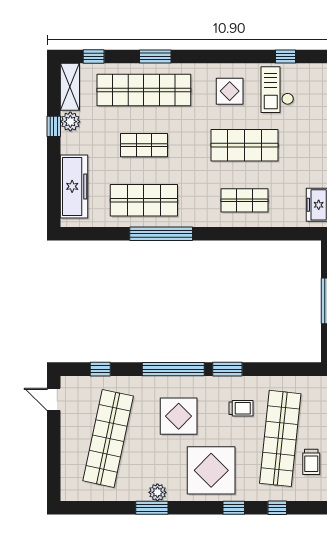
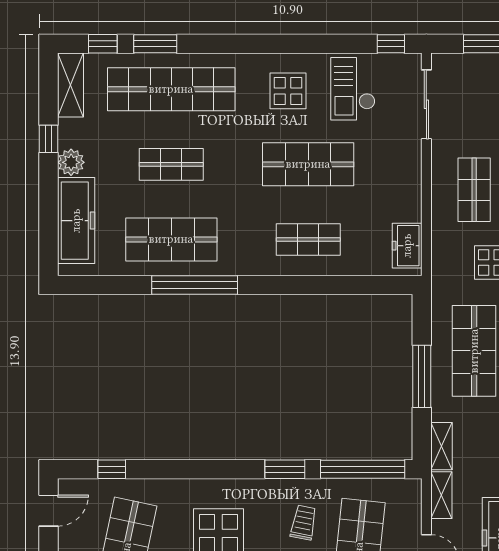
window: (155, 57) -> (155, 44), moved
window: (285, 57) -> (391, 44), moved
plant: (70, 122) -> (71, 162), moved
window: (173, 369) -> (363, 469), moved
door: (54, 399) -> (49, 511), swing flipped
trolley: (241, 408) -> (303, 523), turned -79

